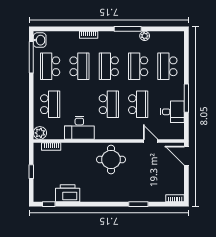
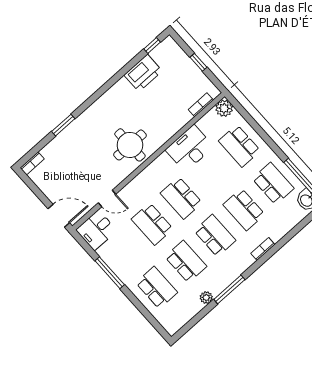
desk: (172, 112) -> (96, 230), moved

